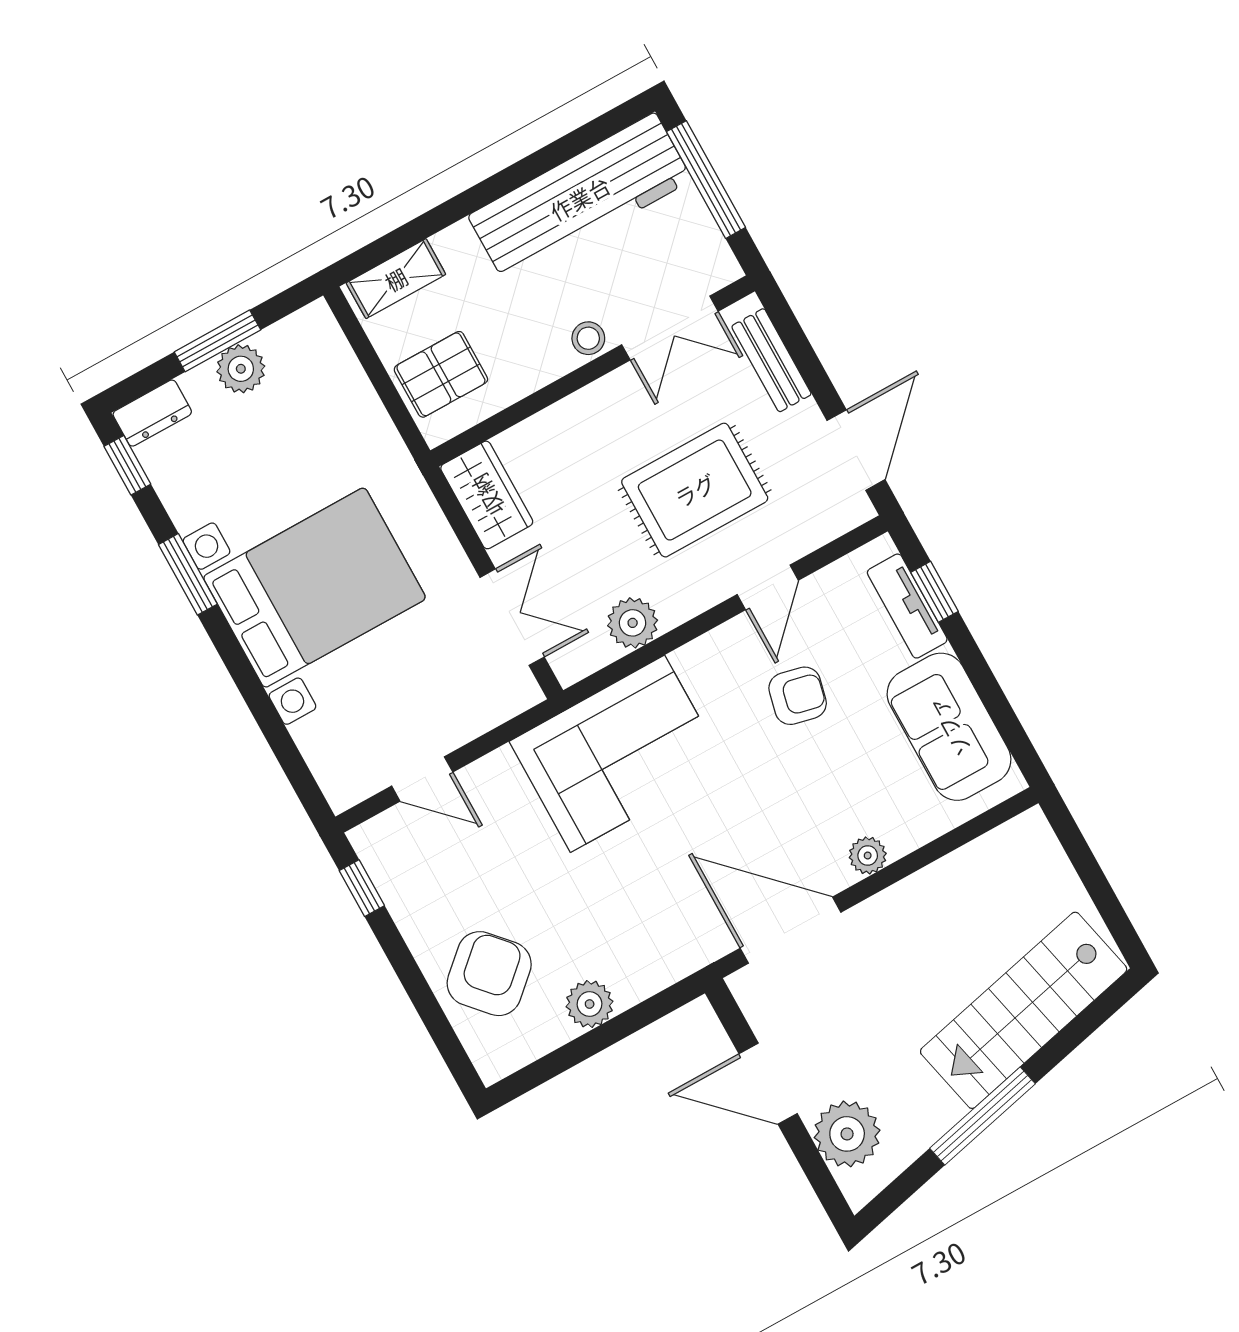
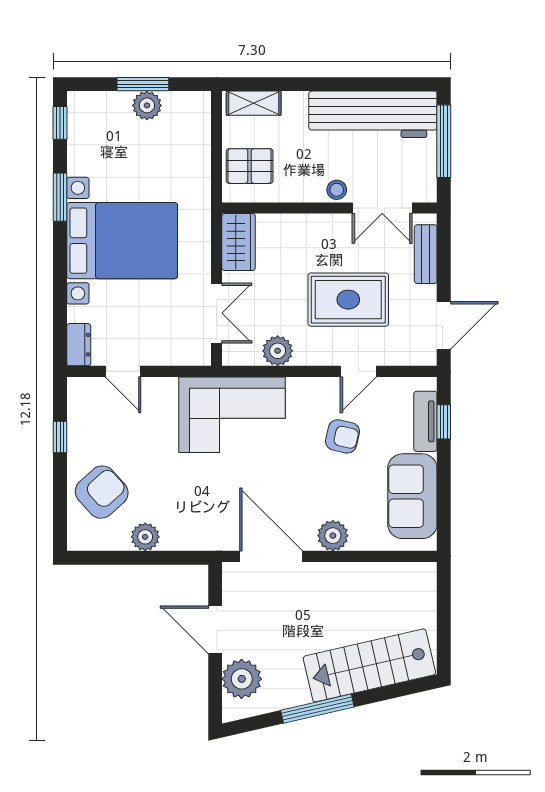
dresser: (152, 413) -> (79, 345), moved, turned -90
plant: (868, 855) -> (333, 536), width x1.38, depth x1.38
window: (362, 888) -> (60, 437), moved

